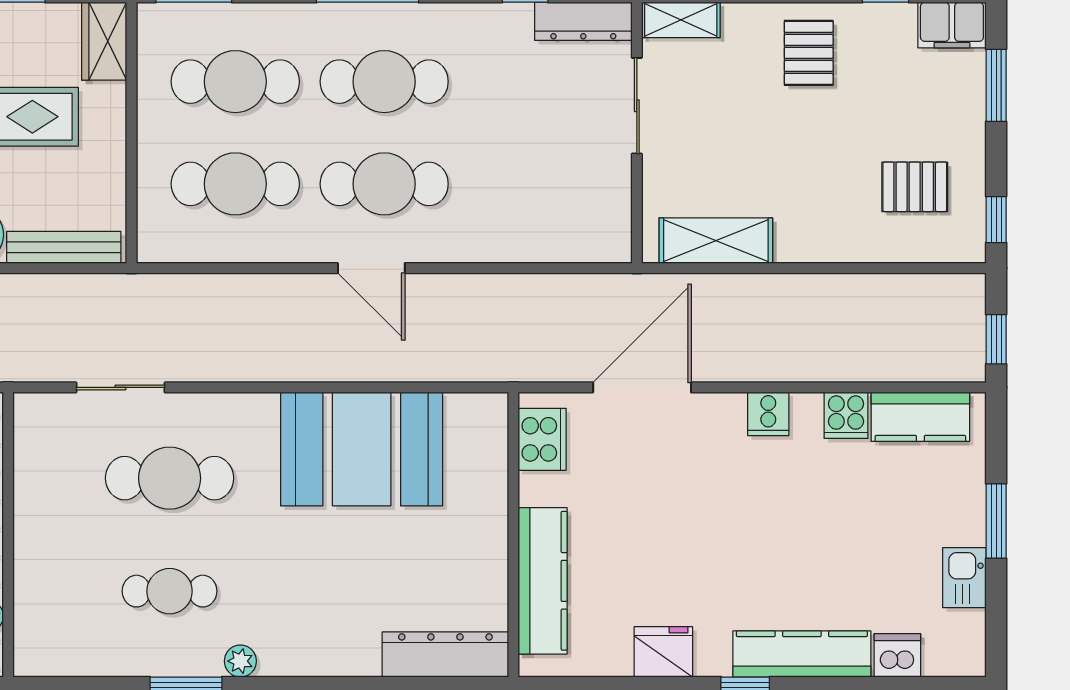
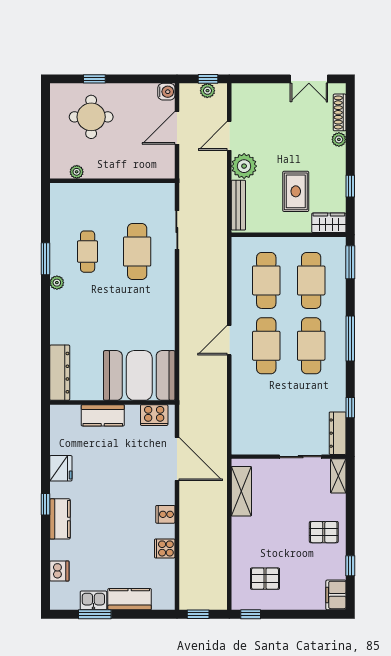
window: (996, 85) -> (310, 614), removed
pallet: (915, 187) -> (265, 579), turned 90
kitchen counter: (920, 417) -> (130, 599), moved, turned 90
booth: (362, 449) -> (139, 375), moved, turned 90
window: (996, 521) -> (95, 614), moved
kitchen counter: (543, 581) -> (103, 415), width x0.67
kitchen counter: (802, 654) -> (60, 519), width x0.67

